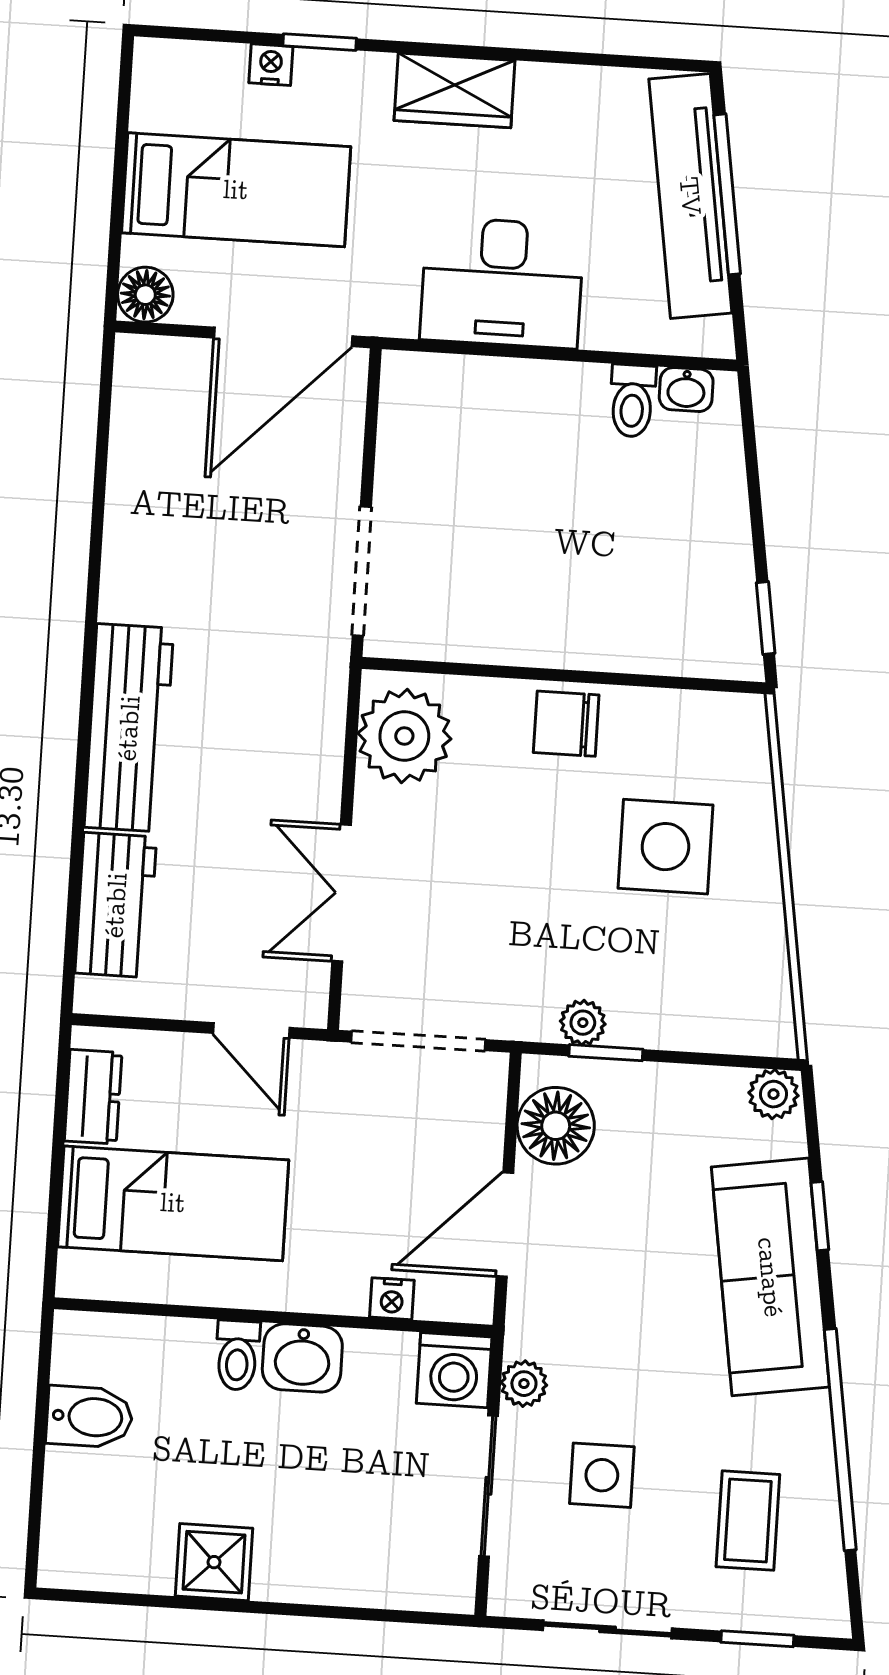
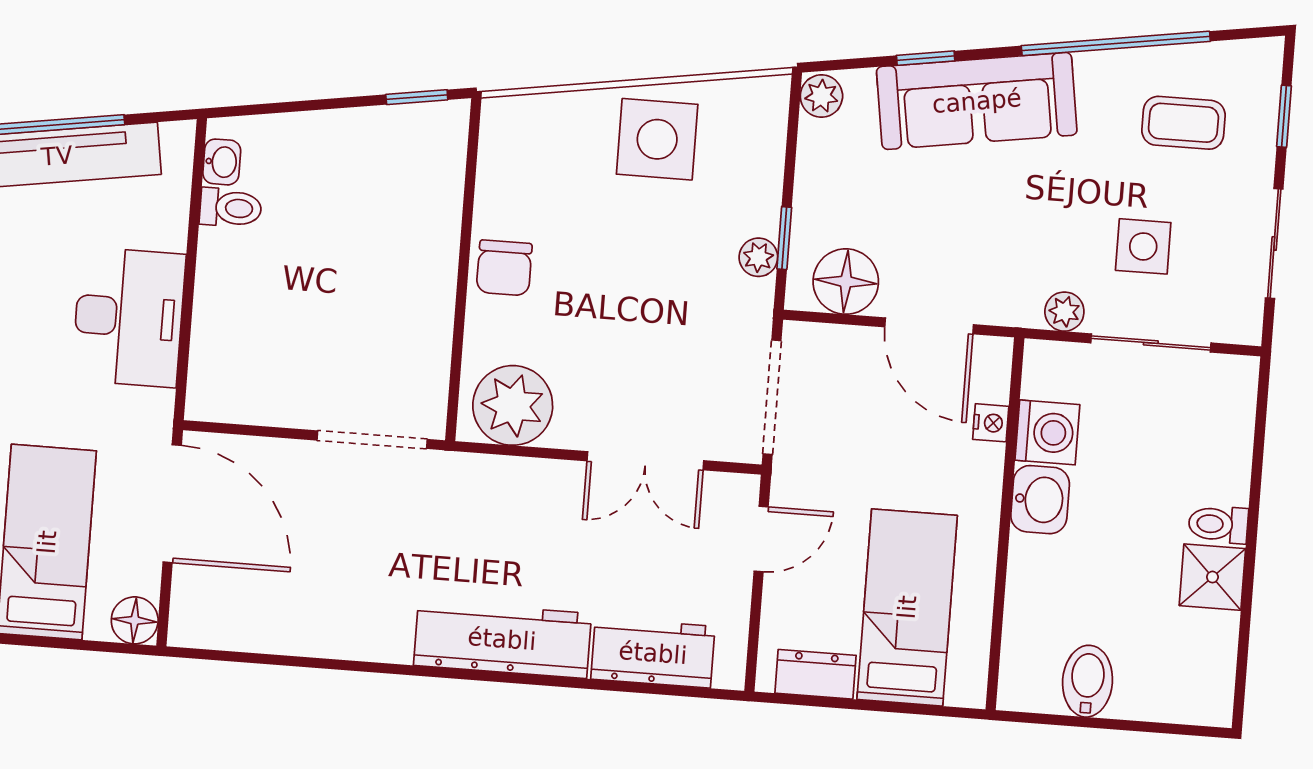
side table: (665, 847) -> (657, 139), moved
toilet: (237, 1355) -> (1218, 524), moved, turned 180
washing machine: (454, 1370) -> (1047, 432), moved

